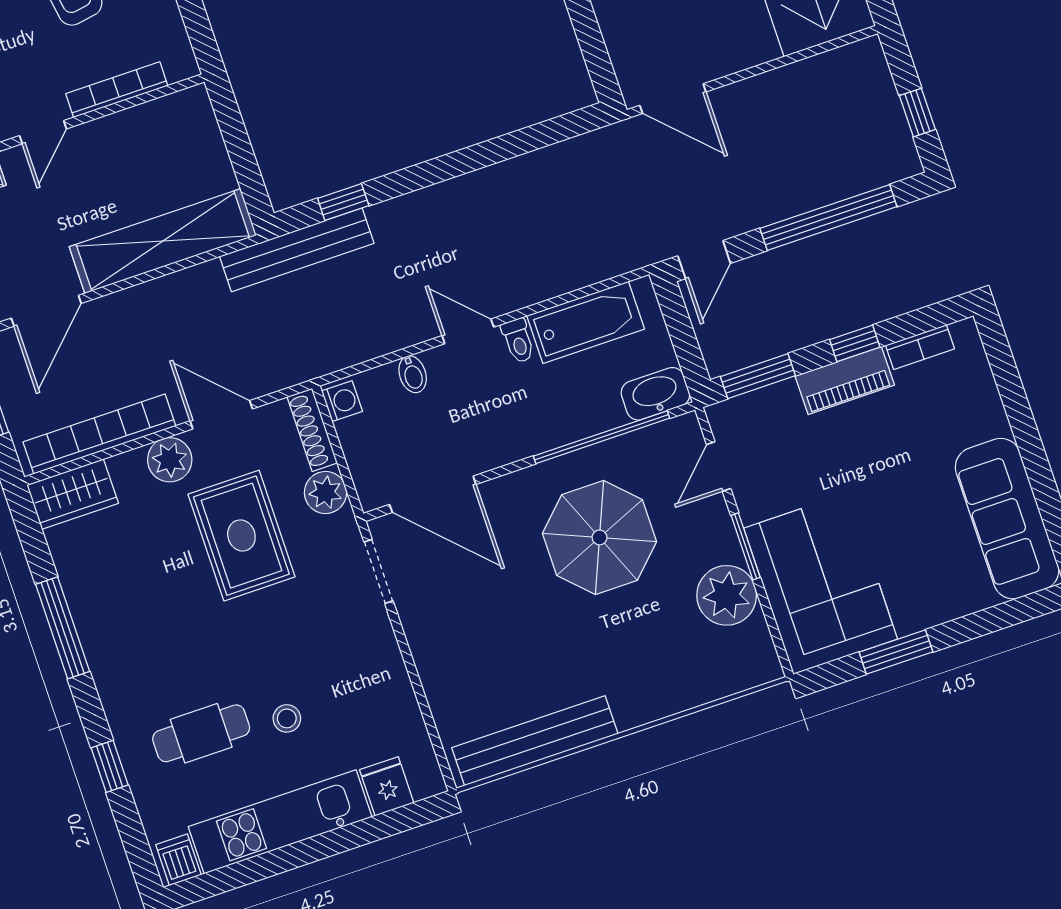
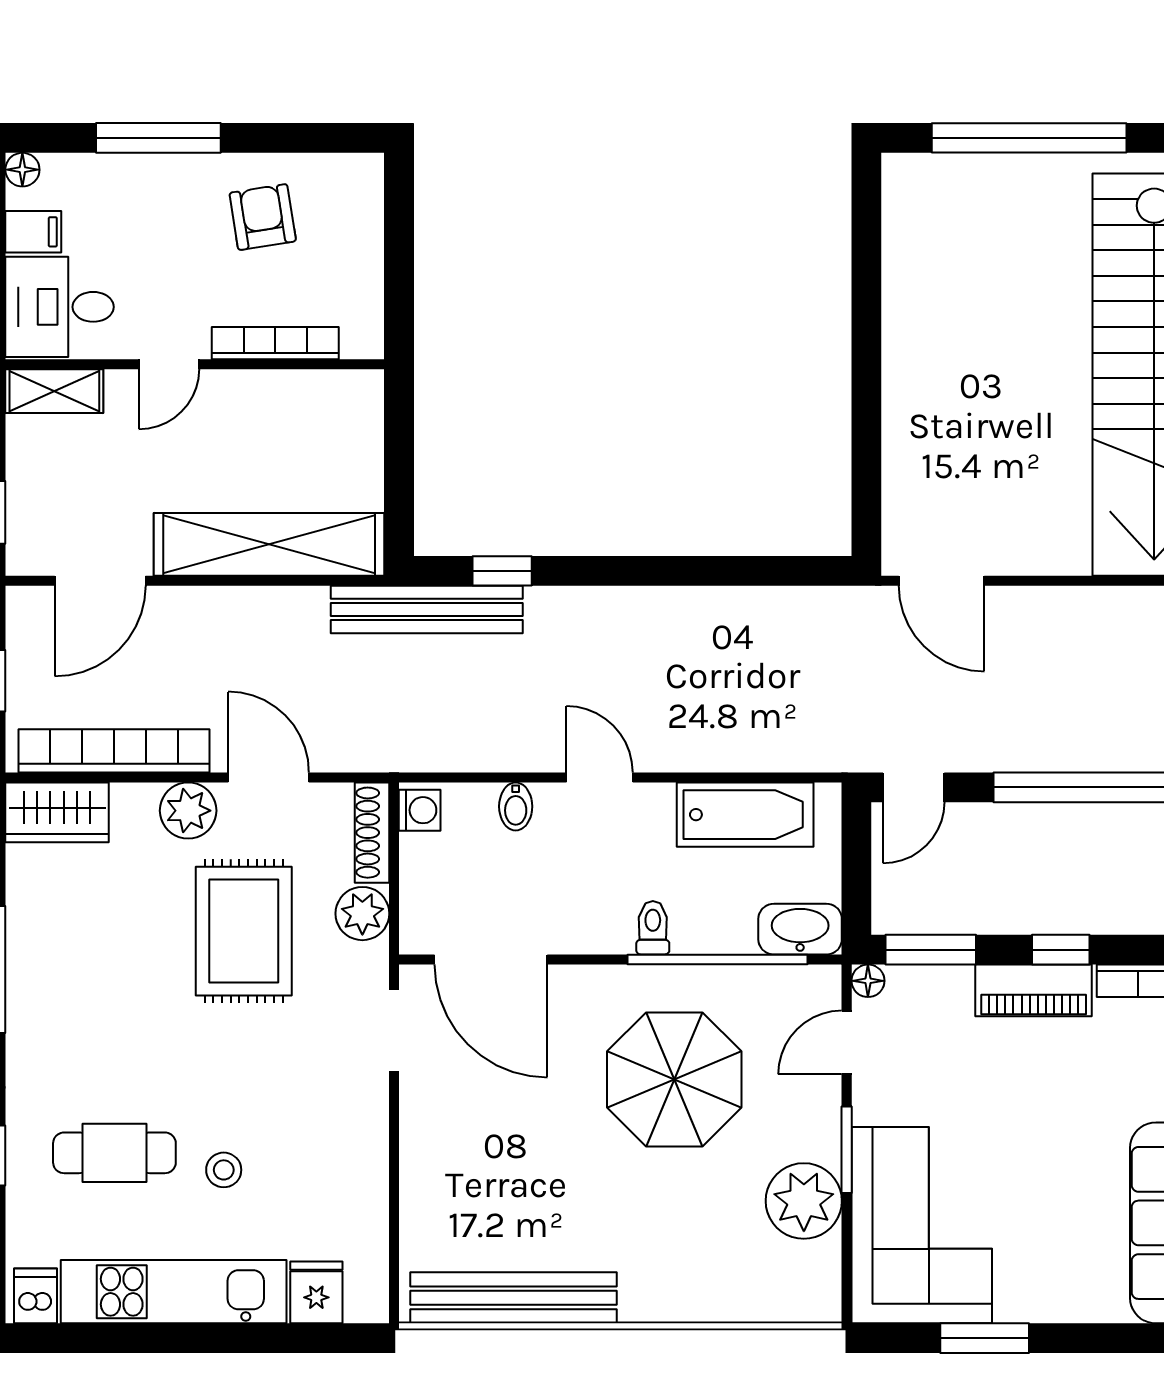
toilet: (518, 341) -> (653, 928), moved, turned 180
floor lamp: (719, 415) -> (868, 981), added

